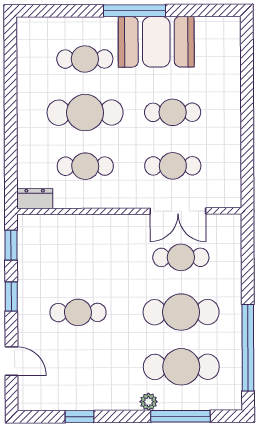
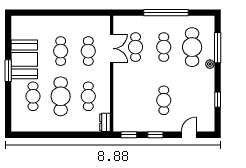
window: (135, 11) -> (8, 71), width x0.69
cafe table: (181, 312) -> (164, 47), width x0.73, depth x0.74
window: (248, 348) -> (166, 13), moved

